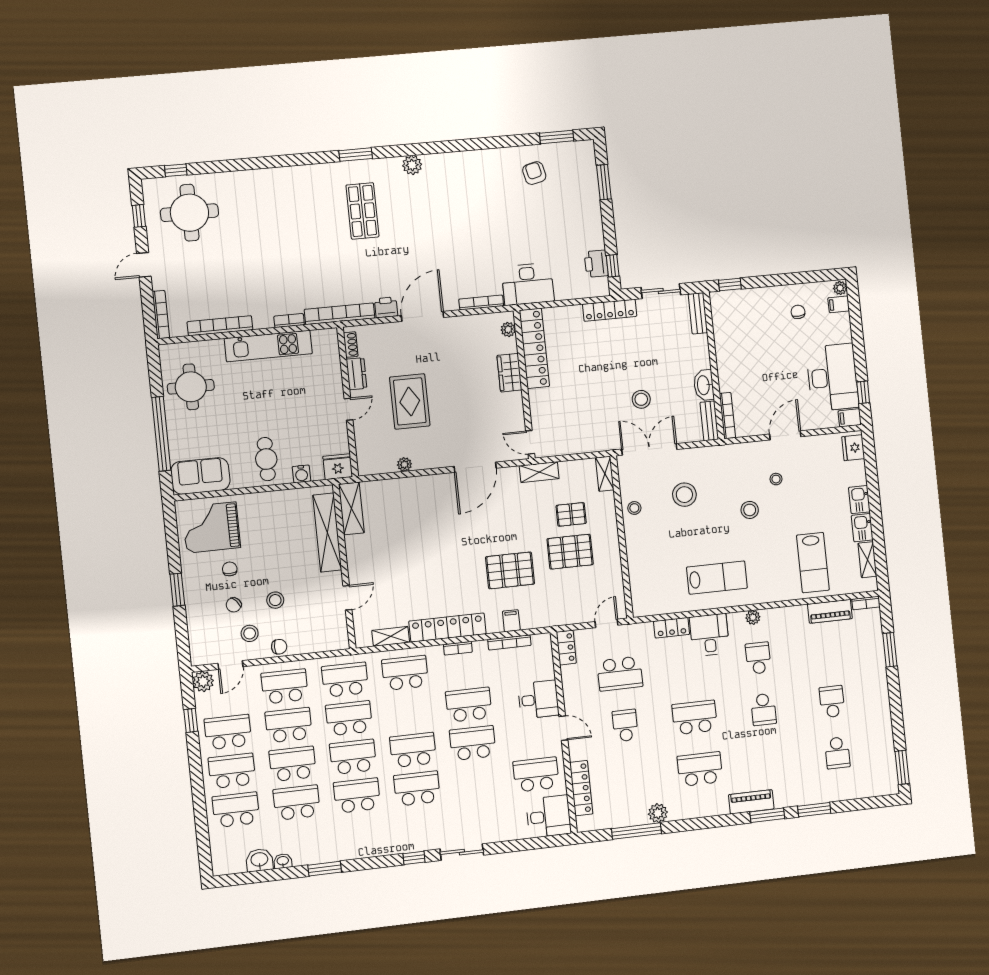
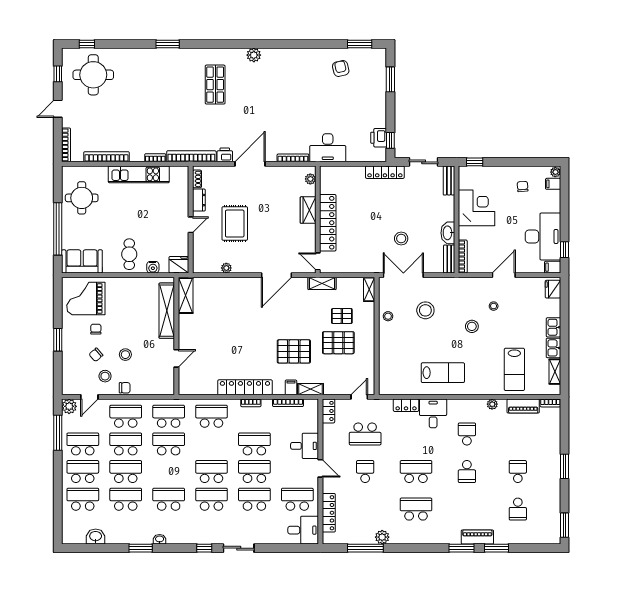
window: (356, 155) -> (168, 44), moved
corner desk: (739, 347) -> (477, 208), added
locker: (534, 348) -> (328, 223), moved
plant: (753, 617) -> (492, 404), moved
shelving: (391, 636) -> (311, 389), moved
window: (890, 650) -> (565, 466), moved
window: (191, 720) -> (58, 433), width x2.17
school desk: (353, 757) -> (254, 499), moved
piano: (751, 802) -> (477, 537), moved
washbasin: (283, 861) -> (160, 539), moved

